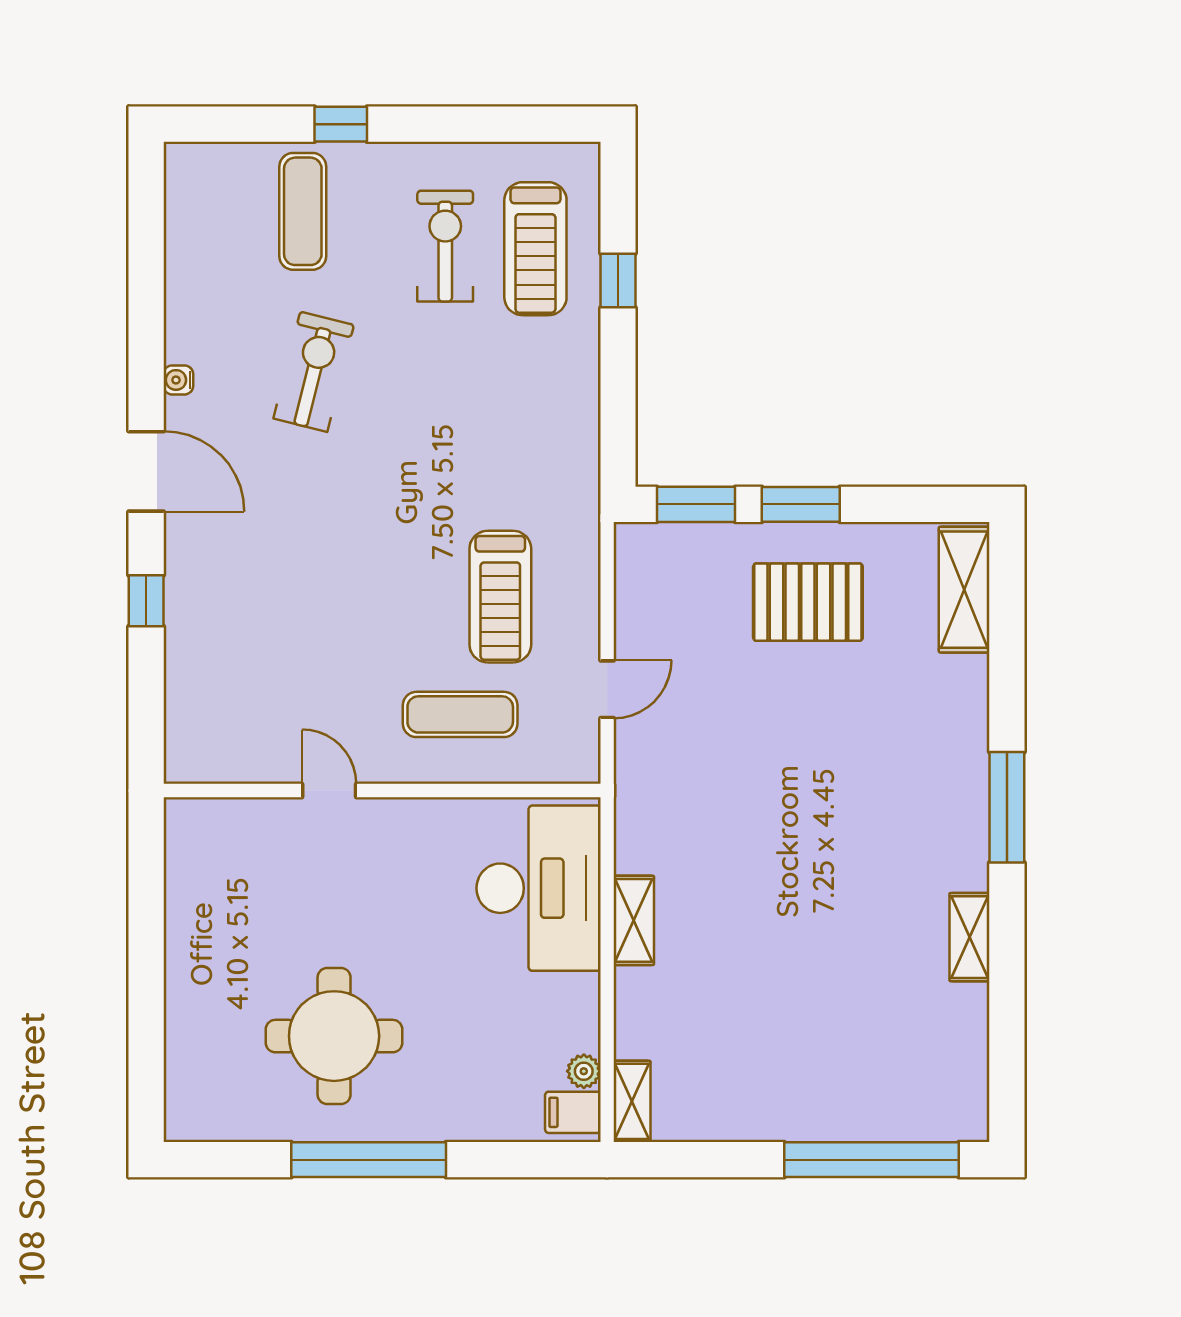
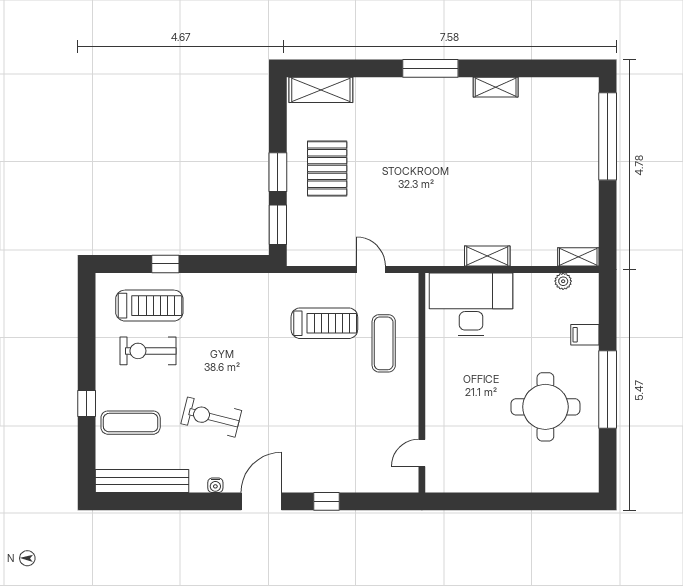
bench: (187, 234) -> (142, 481), added
door: (329, 790) -> (422, 453), moved
filing cabinet: (573, 1112) -> (585, 335), moved, turned 90

